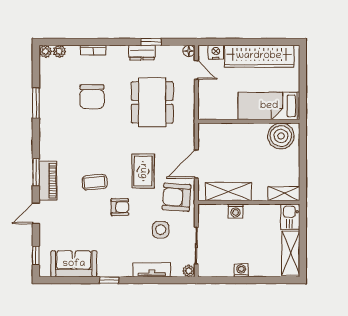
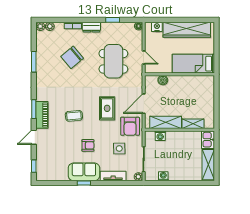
dresser: (142, 52) -> (91, 27), moved
door: (196, 70) -> (144, 58), moved
chair: (92, 97) -> (72, 57), turned 50
boiler: (281, 136) -> (163, 80), moved, width x0.54, depth x0.54
shelving: (284, 194) -> (193, 124), moved
armchair: (177, 197) -> (130, 126), turned -94
armchair: (120, 207) -> (88, 145), moved
washing machine: (236, 211) -> (160, 136), moved
sofa: (74, 264) -> (84, 172), moved
washing machine: (241, 270) -> (163, 176), moved

